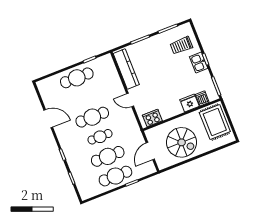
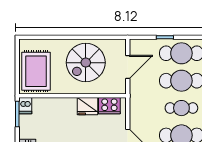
dishwasher: (202, 98) -> (25, 106), moved
fridge: (190, 103) -> (87, 106), moved
spiral stairs: (182, 142) -> (86, 63), turned -90

